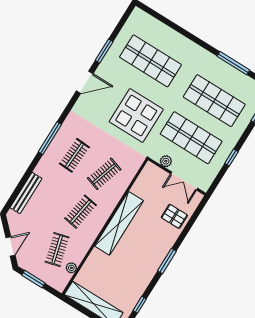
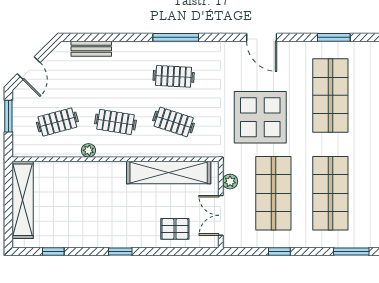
window: (104, 51) -> (334, 37), moved
bench: (26, 193) -> (91, 49), width x0.73
pallet: (174, 216) -> (175, 229), turned 90
shelving: (119, 223) -> (169, 172), moved
door: (10, 246) -> (29, 68), hinge flipped
window: (167, 261) -> (120, 251), width x0.67
plant: (71, 268) -> (88, 150), moved

